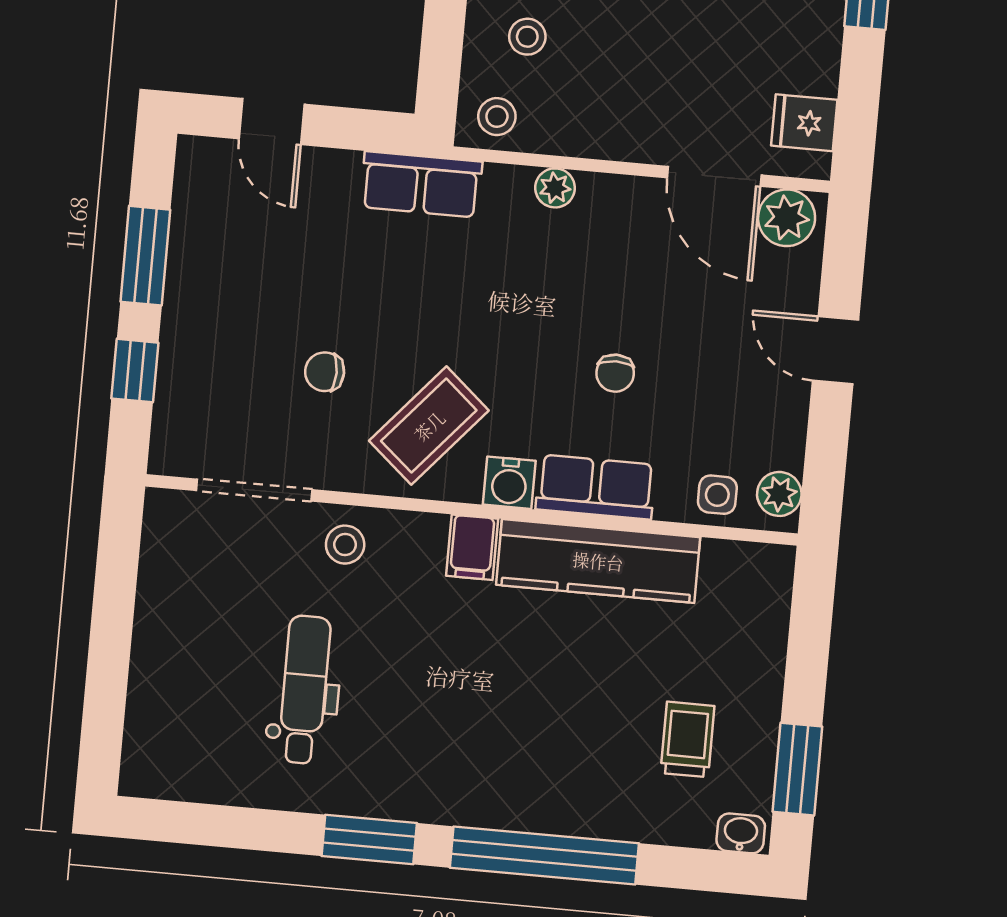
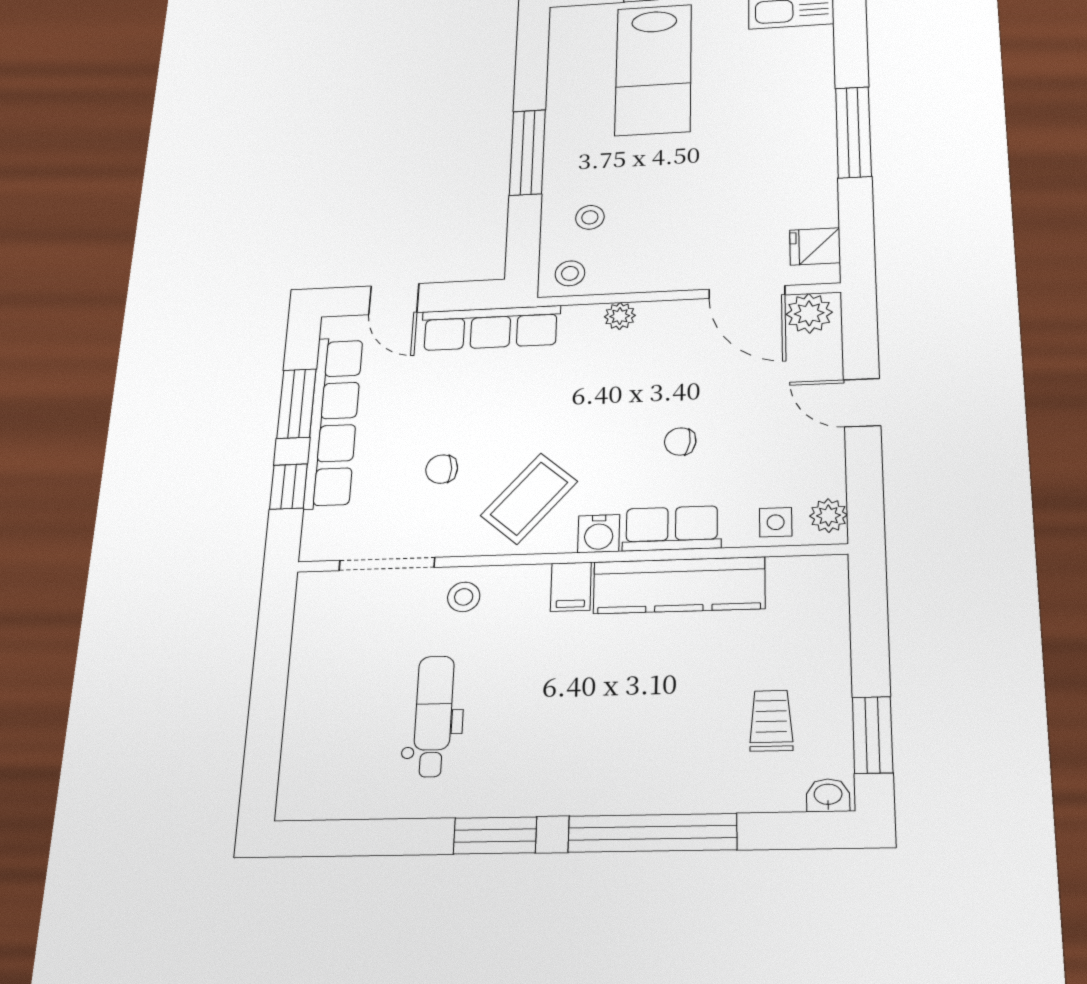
row of seats: (421, 184) -> (491, 328), width x1.48
row of seats: (192, 288) -> (333, 422), added
chair: (615, 373) -> (680, 441), turned 98

